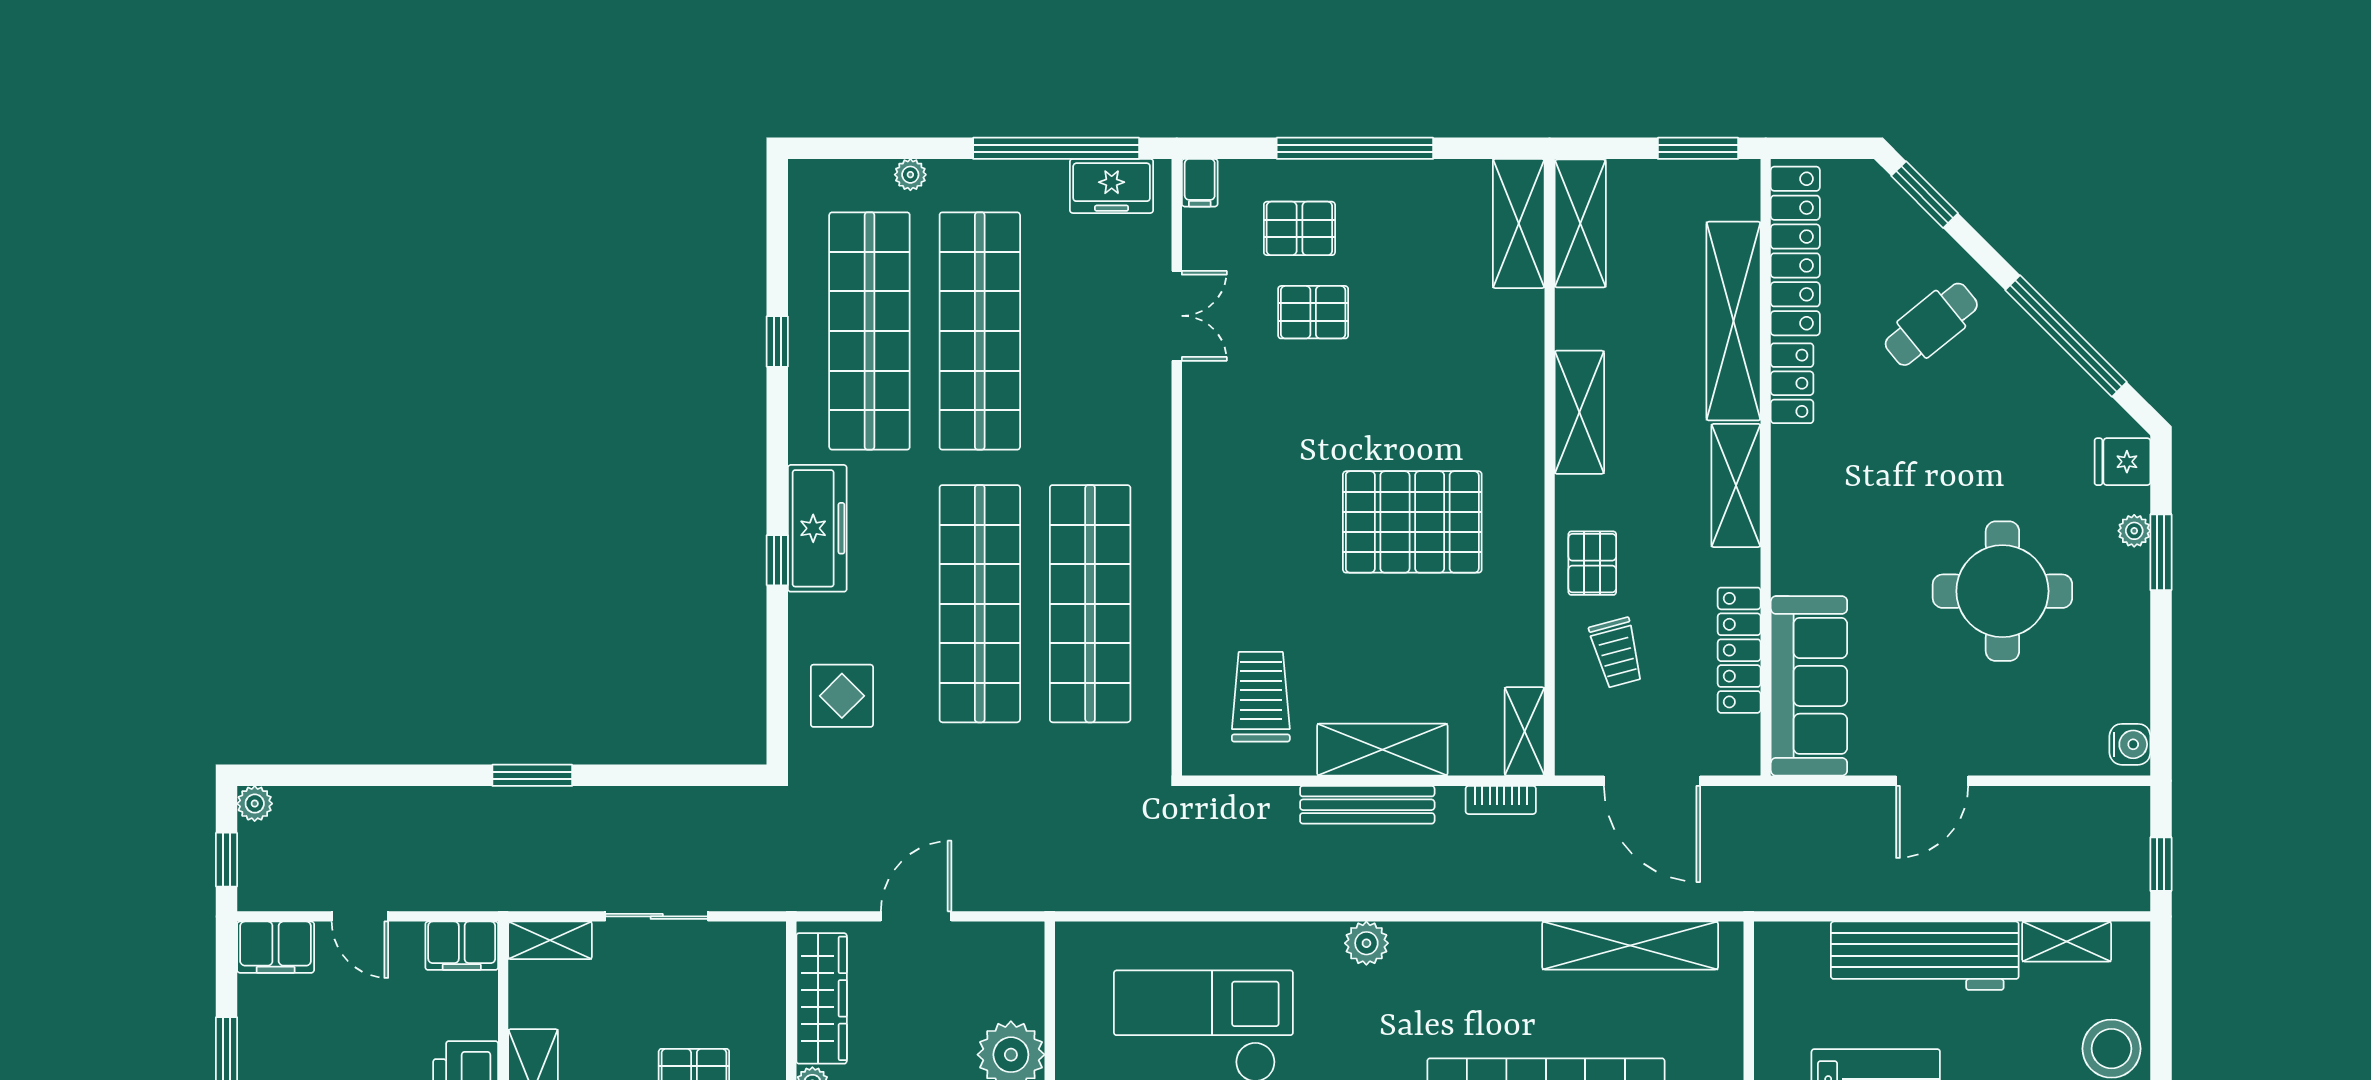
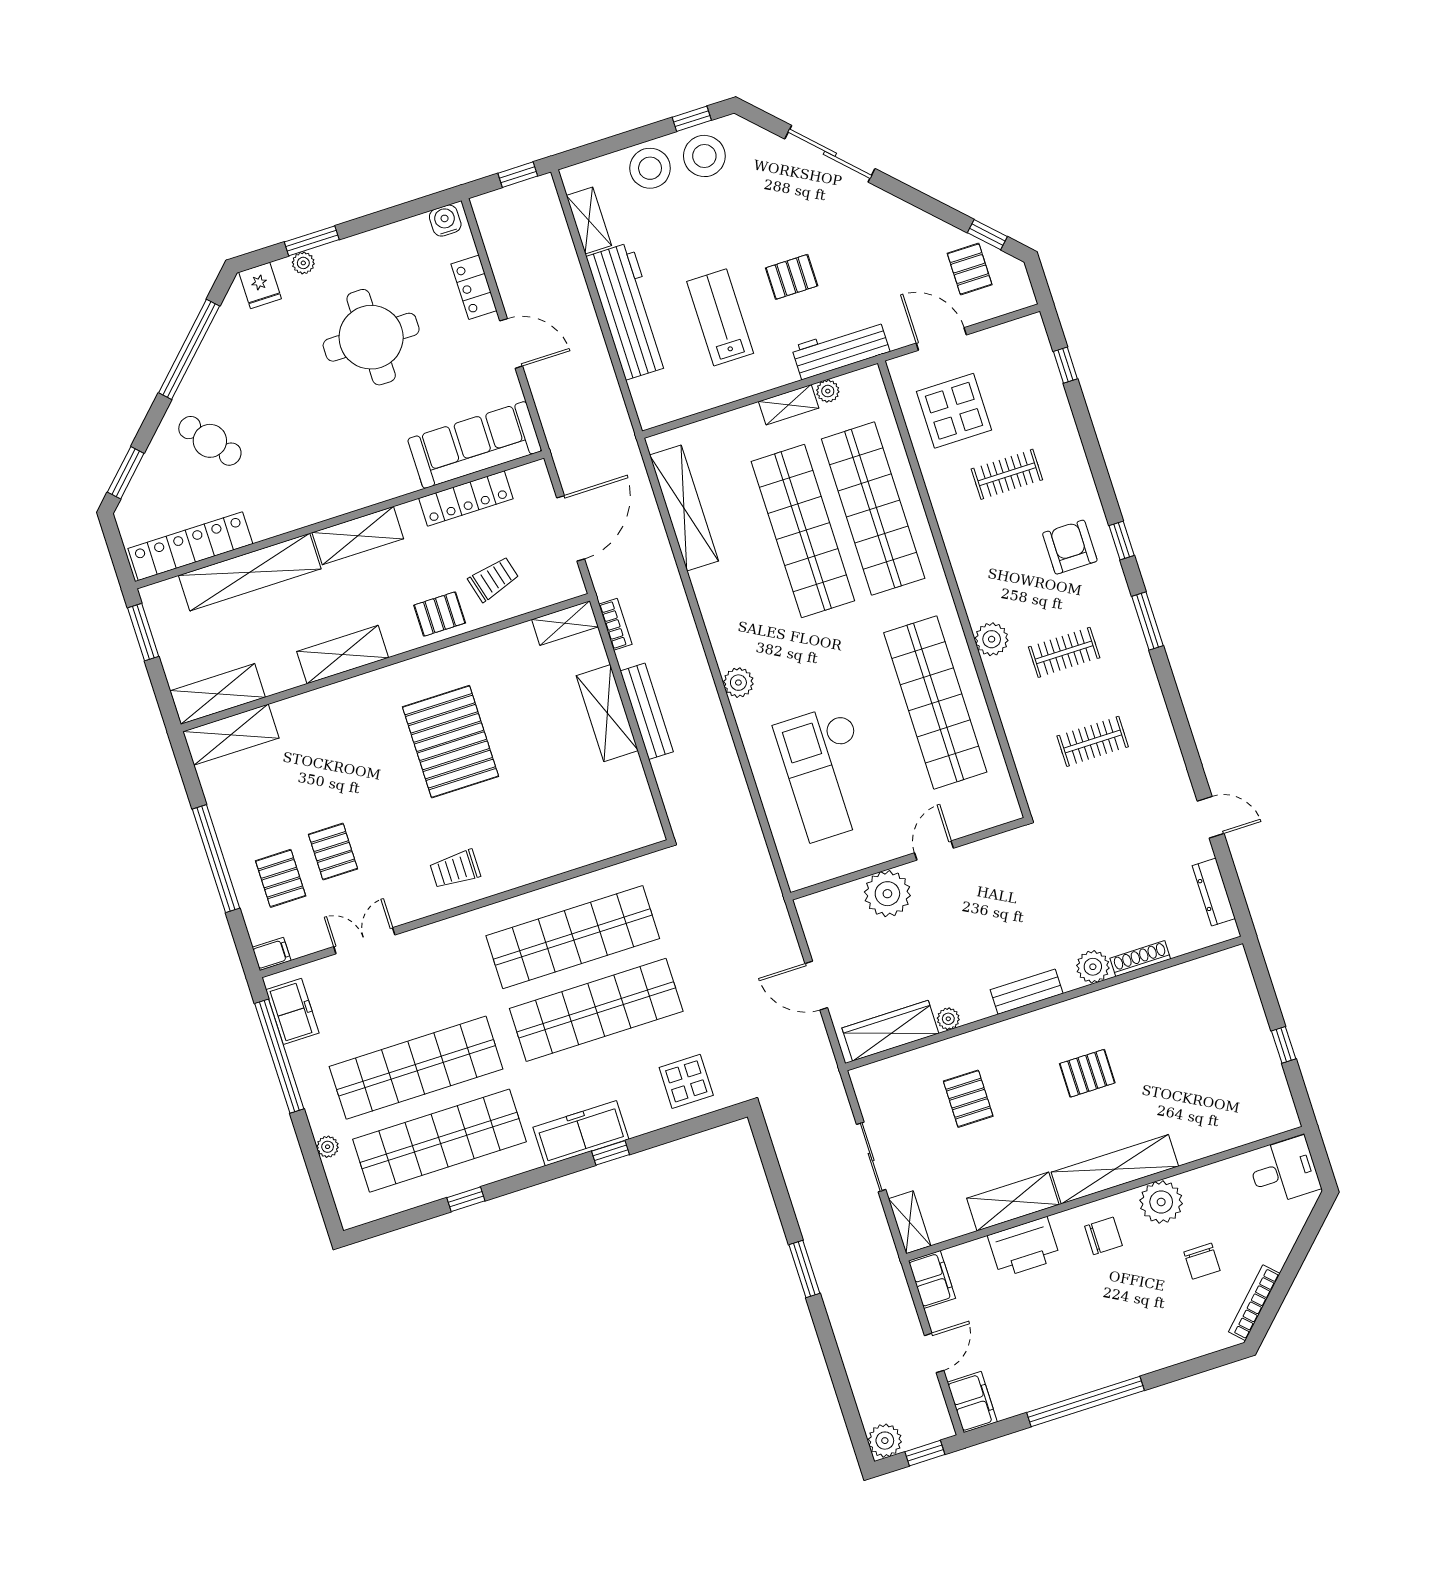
locker: (1792, 383) -> (474, 287), moved, turned -90
trolley: (1261, 697) -> (455, 869), moved, width x0.73, depth x0.72
plant: (255, 804) -> (885, 1441), width x1.38, depth x1.38

